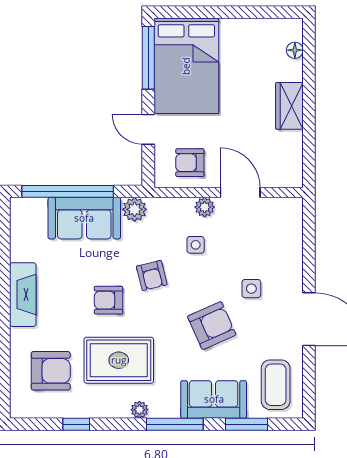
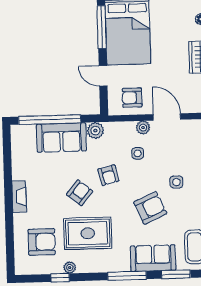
fireplace: (23, 295) -> (19, 197), width x0.73, depth x0.76
armchair: (108, 300) -> (80, 193), turned 129
plant: (139, 410) -> (70, 268), moved

